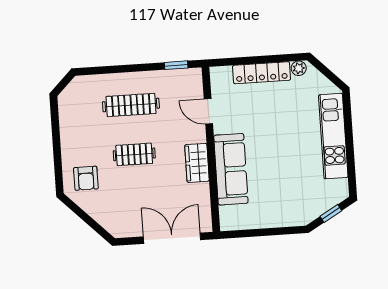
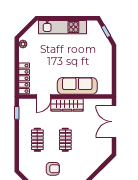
locker: (262, 73) -> (24, 78), moved
clothes rail: (131, 105) -> (37, 140), width x0.73
wardrobe: (197, 163) -> (67, 105), width x1.50
armchair: (86, 178) -> (53, 169), moved

